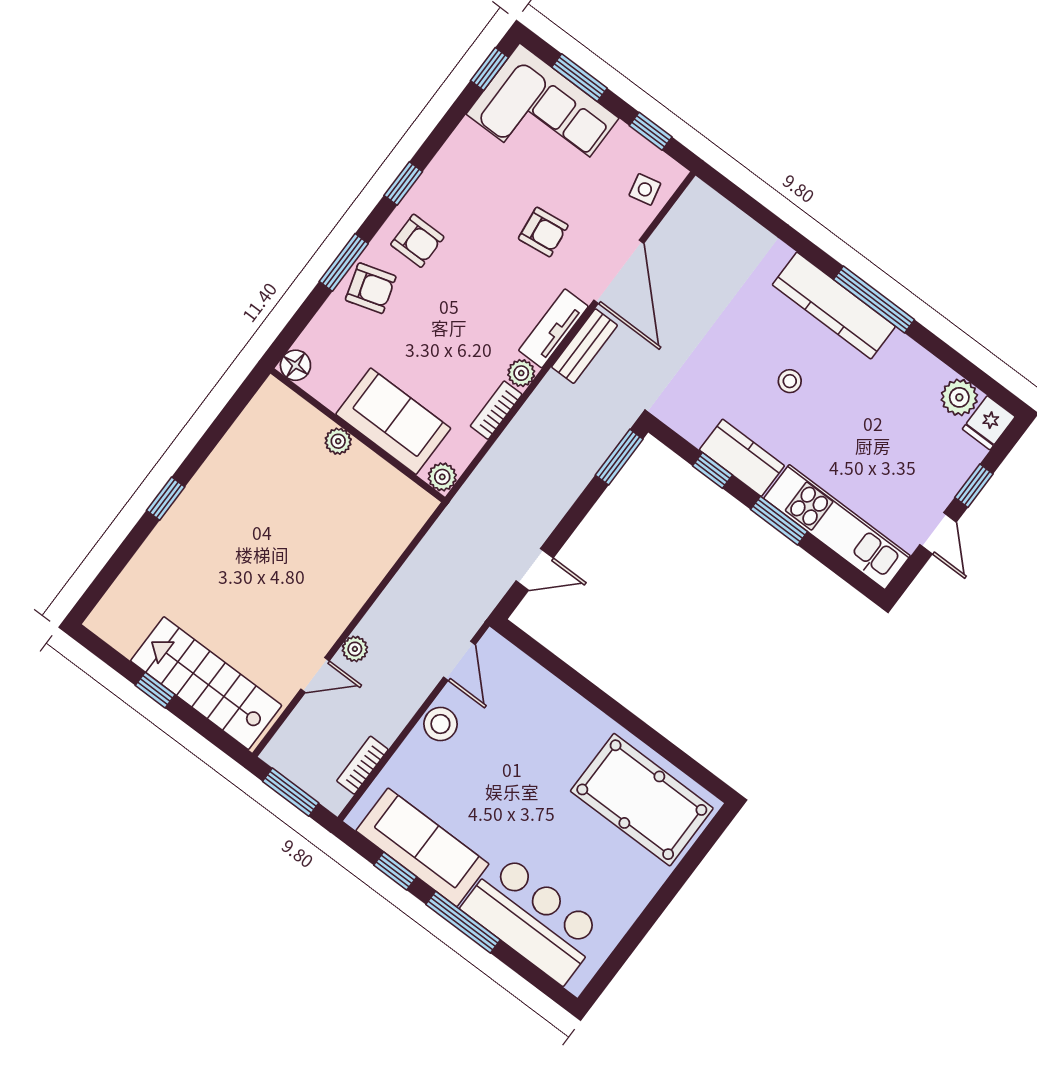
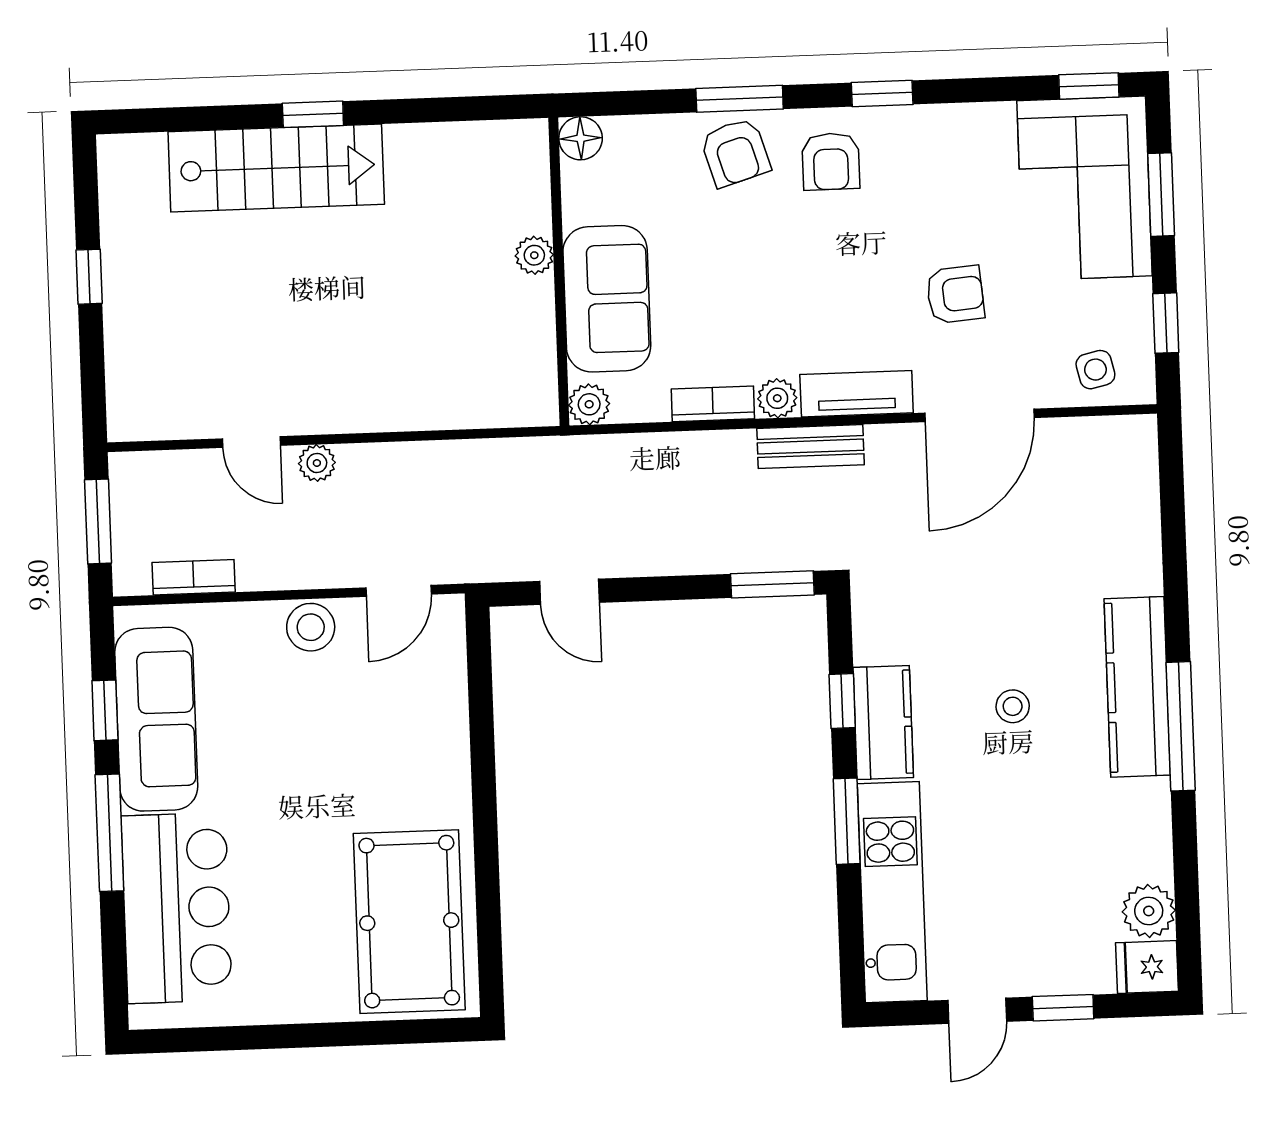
armchair: (543, 232) -> (955, 295), turned -88
bench: (584, 346) -> (811, 447), moved
stairs: (206, 683) -> (276, 168), moved, turned 90

